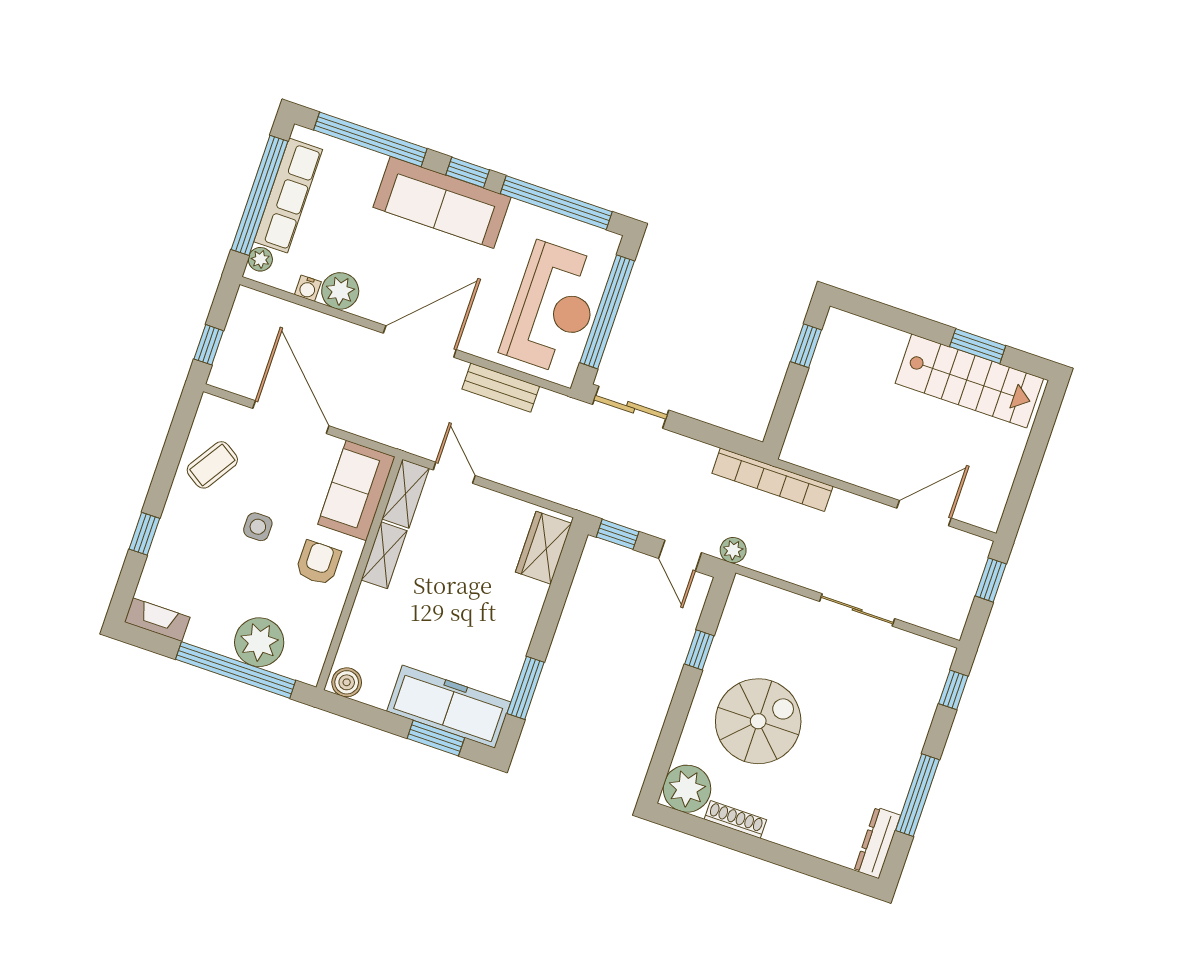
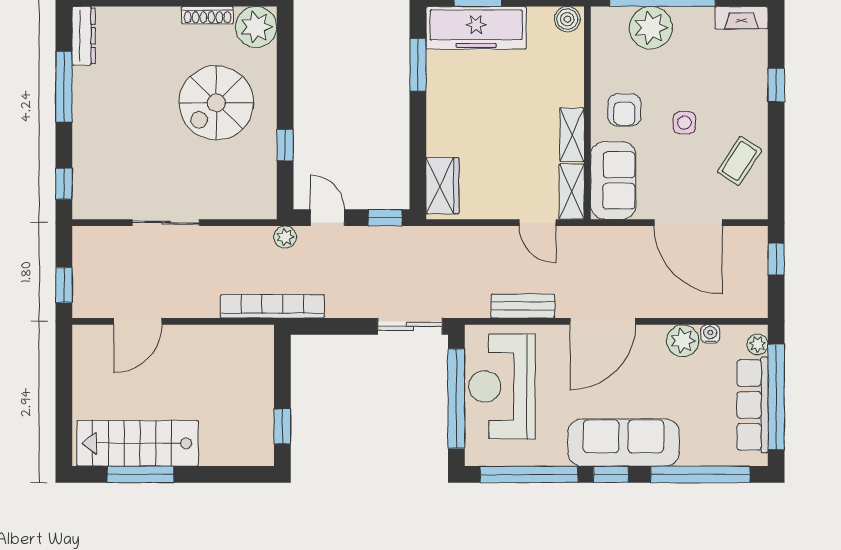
window: (978, 346) -> (140, 474), width x1.44

